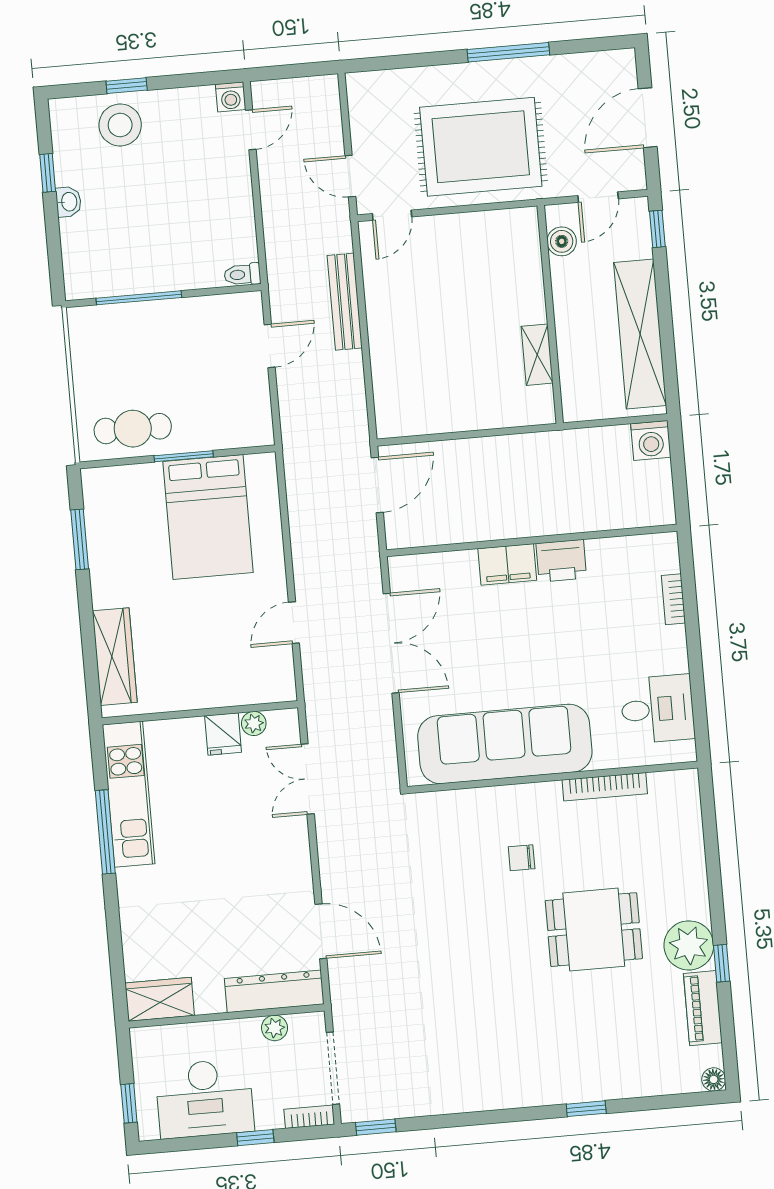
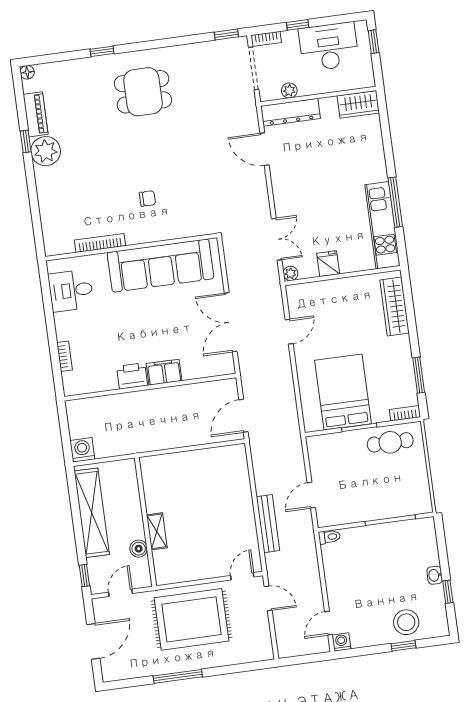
boiler: (562, 241) -> (139, 549), moved
shelving: (537, 355) -> (157, 531), moved
bookcase: (106, 476) -> (405, 413), added
plant: (254, 723) -> (290, 273), moved
dining table: (594, 930) -> (143, 92), moved

